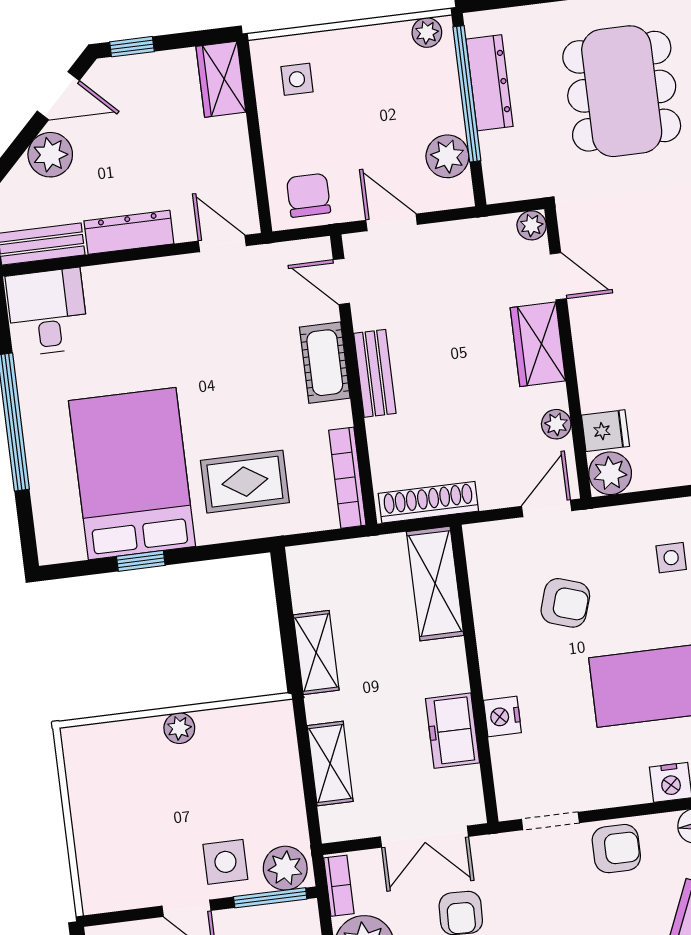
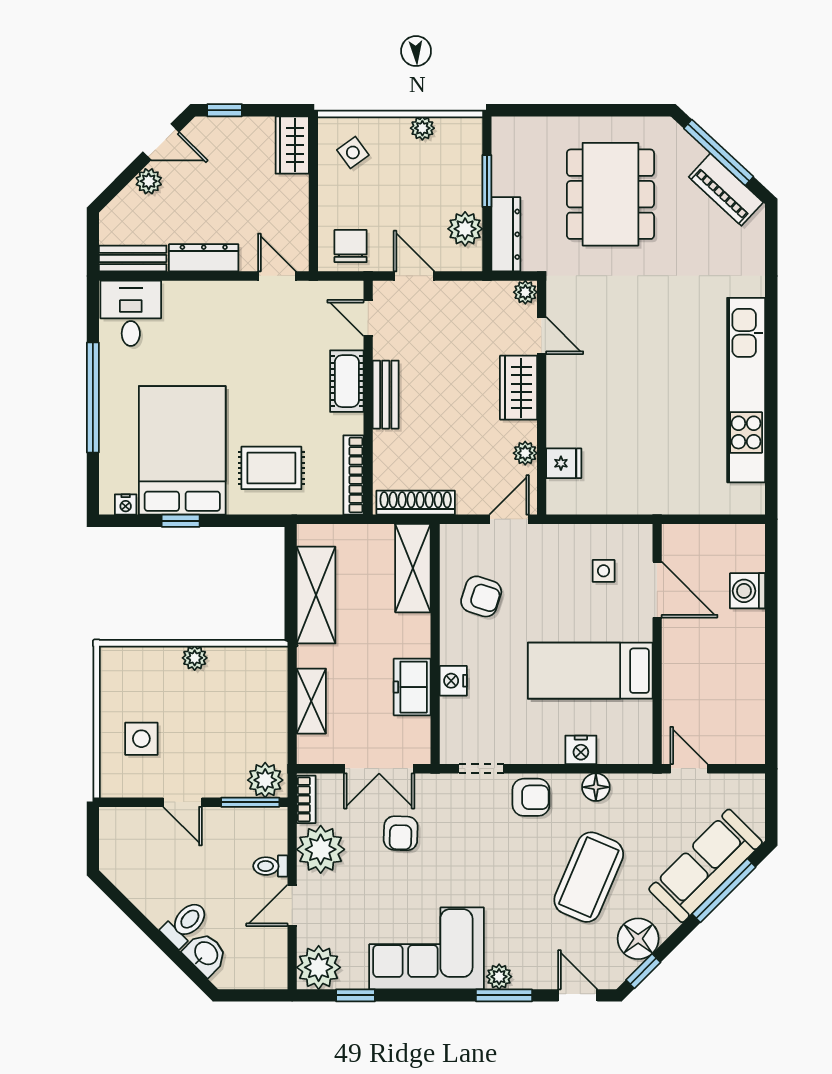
plant: (427, 33) -> (422, 128), moved
side table: (297, 79) -> (353, 152), turned -36
dresser: (489, 83) -> (506, 234), moved
window: (467, 94) -> (487, 181), width x0.47
plant: (50, 155) -> (149, 181), width x0.73, depth x0.73
plant: (610, 473) -> (563, 498), removed
nightstand: (70, 549) -> (126, 505), added
armchair: (565, 603) -> (481, 596), moved
shelving: (316, 652) -> (316, 595), width x1.50, depth x1.33
side table: (225, 862) -> (141, 739), moved

